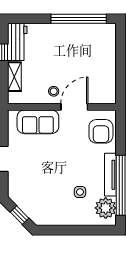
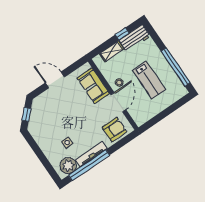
lab bench: (73, 57) -> (149, 80), added
door: (74, 107) -> (118, 102), hinge flipped
armchair: (101, 131) -> (114, 130), turned 180

